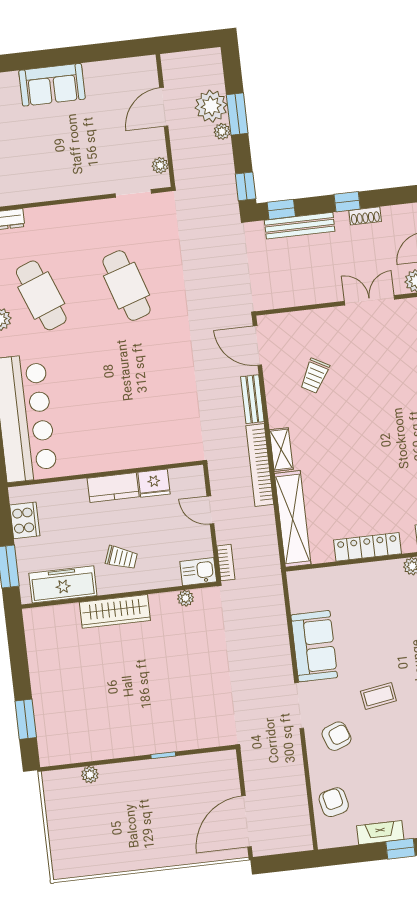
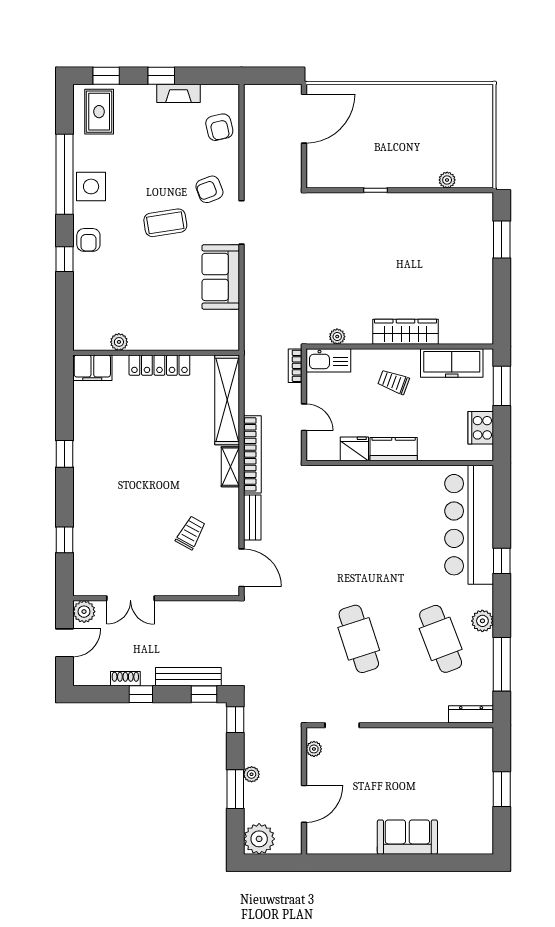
plant: (211, 106) -> (259, 839), moved
kitchen sink: (198, 572) -> (328, 360), width x1.38
coffee table: (378, 696) -> (165, 223), width x1.36, depth x1.30

